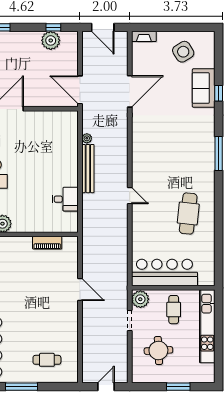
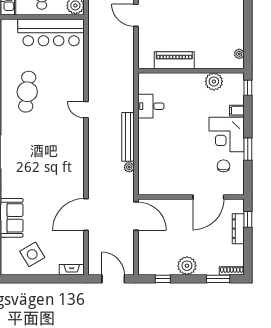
plant: (51, 40) -> (187, 266), moved
piano: (47, 243) -> (174, 60), width x1.37, depth x1.33

